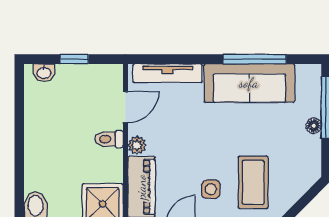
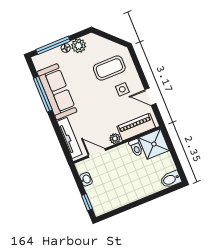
window: (74, 59) -> (87, 202), moved
washbasin: (44, 73) -> (86, 179), moved
toilet: (109, 139) -> (136, 147), moved
plant: (309, 148) -> (79, 46), added

